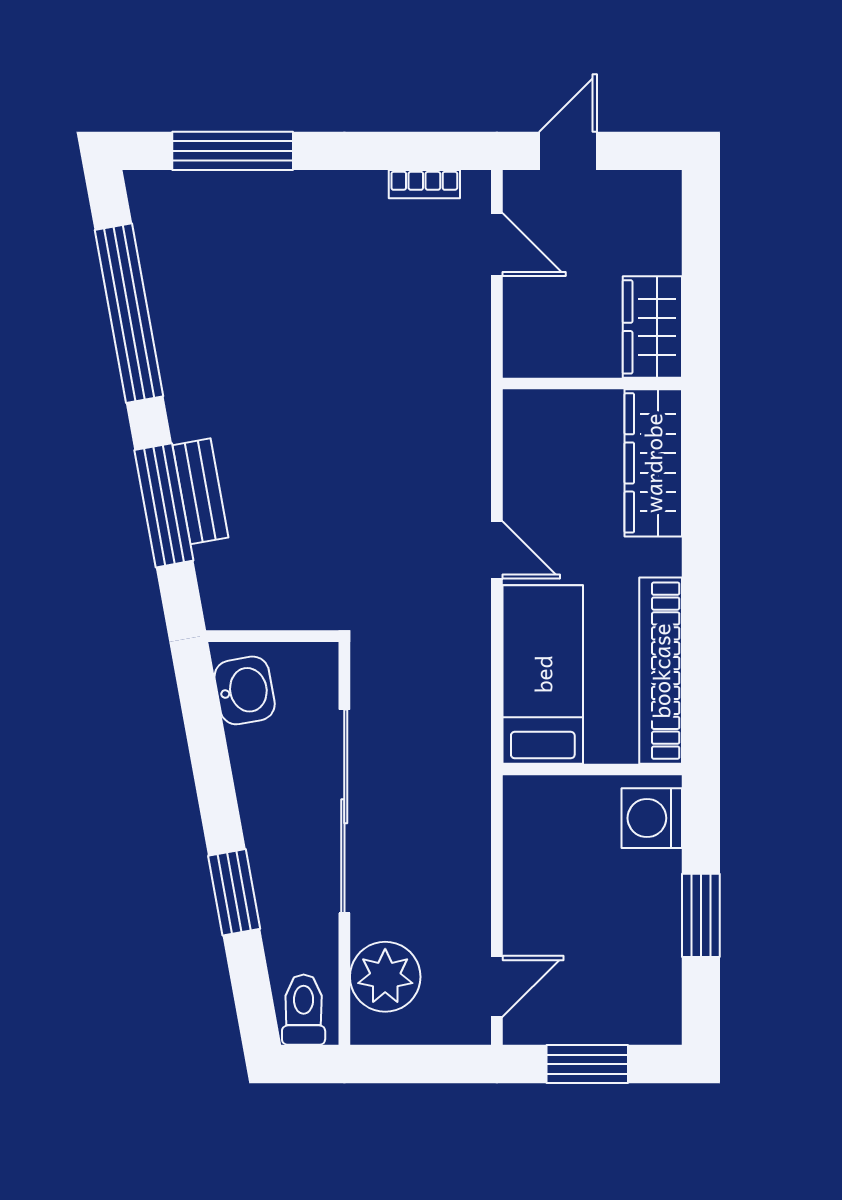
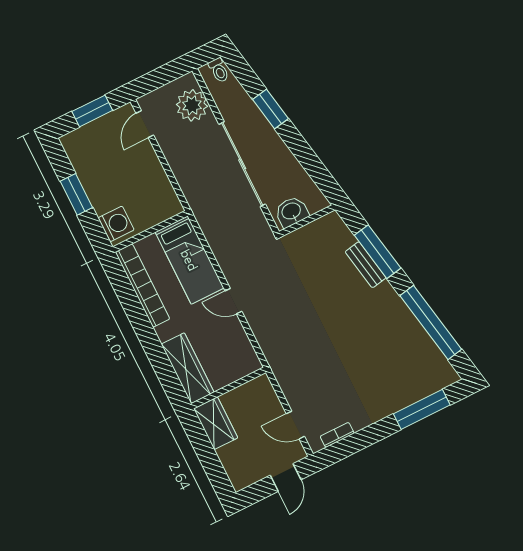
washbasin: (245, 690) -> (291, 212), moved, turned 100
toilet: (304, 1010) -> (219, 70), width x0.73, depth x0.72

